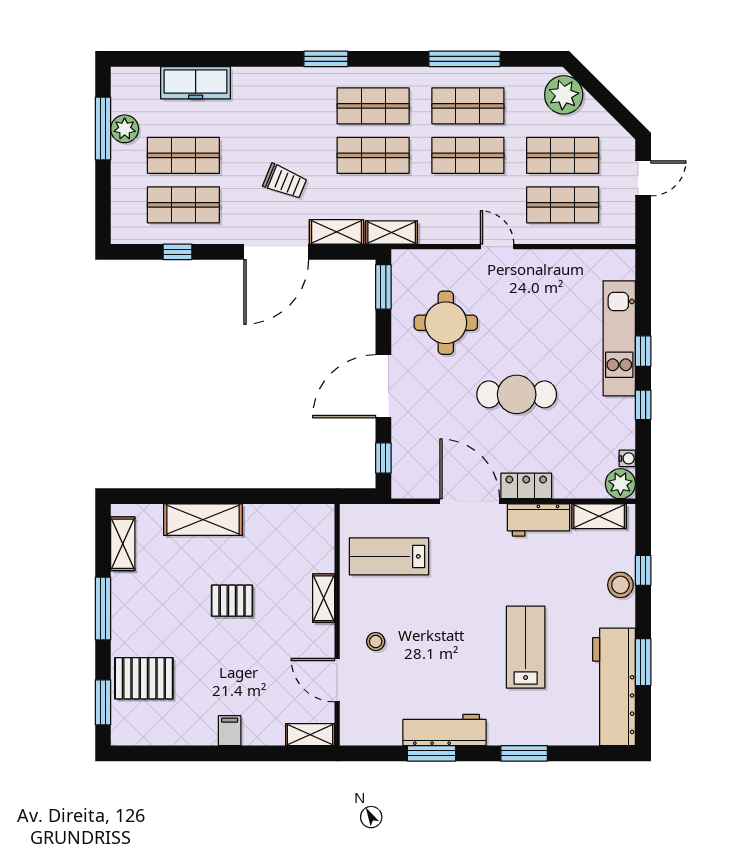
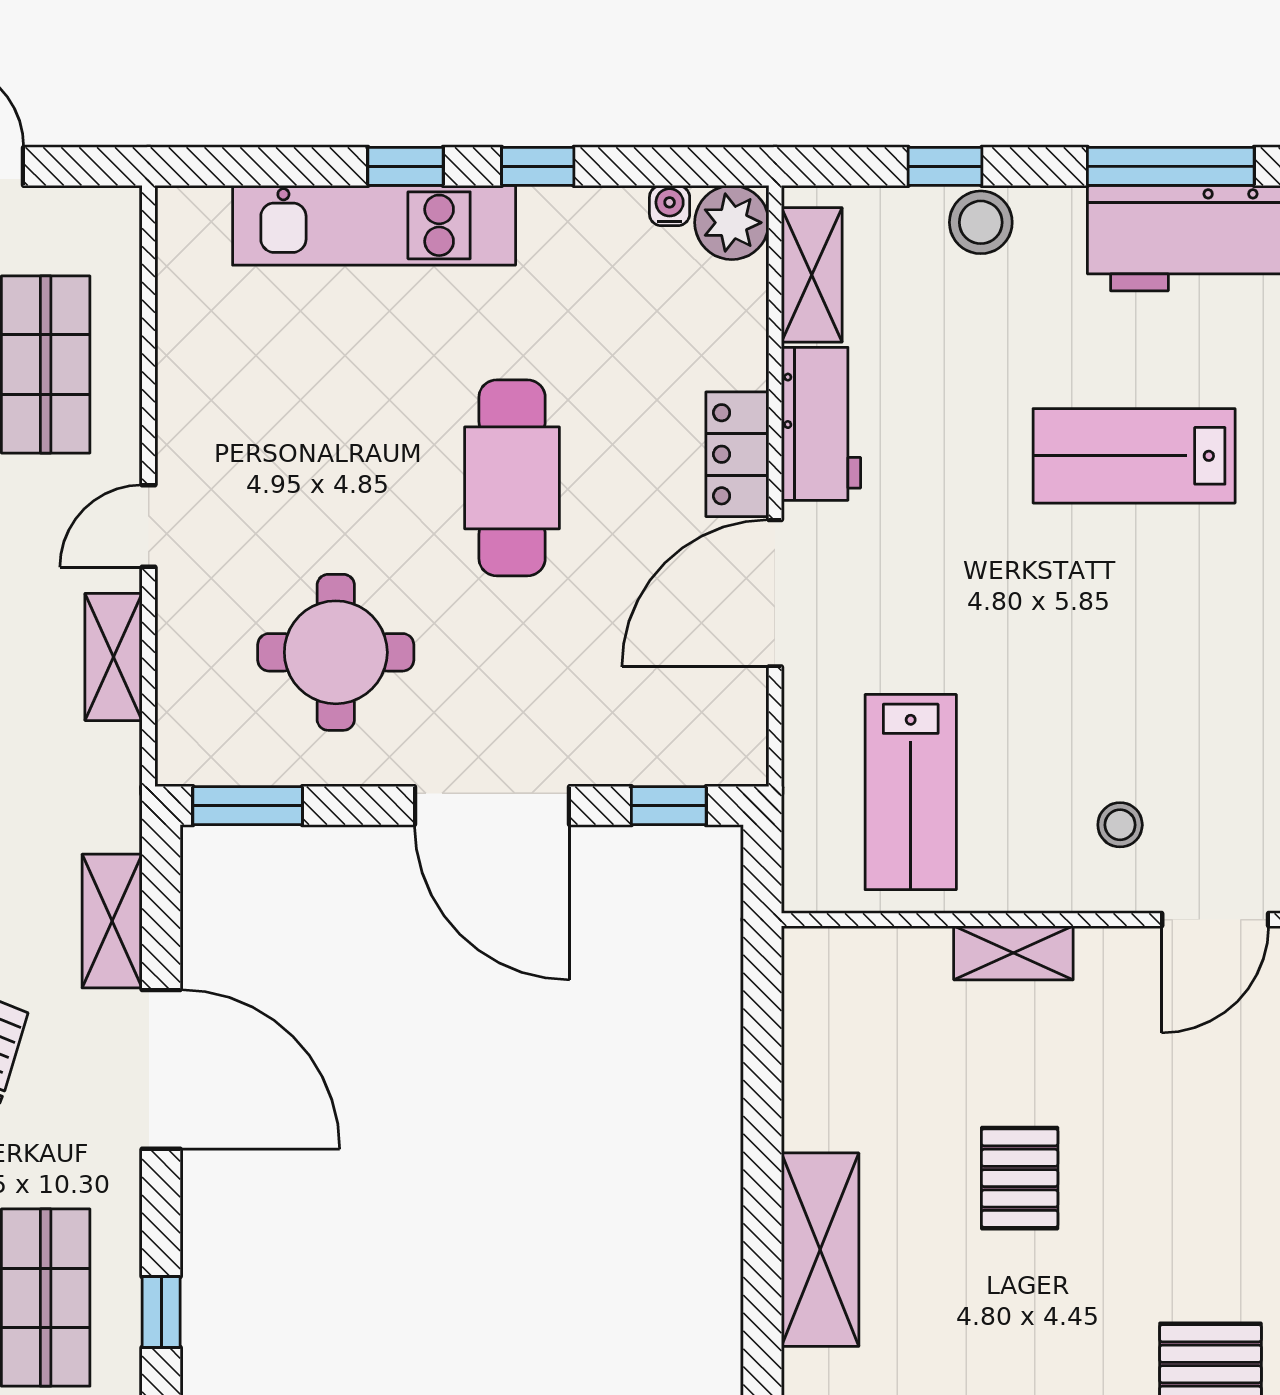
shelving: (392, 232) -> (114, 657), moved
window: (643, 662) -> (1171, 166), width x1.44

